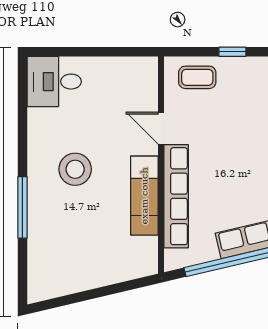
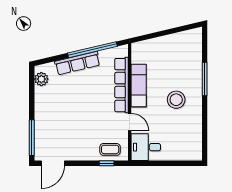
window: (232, 52) -> (107, 163), moved
desk: (54, 82) -> (146, 147), moved, turned 180

